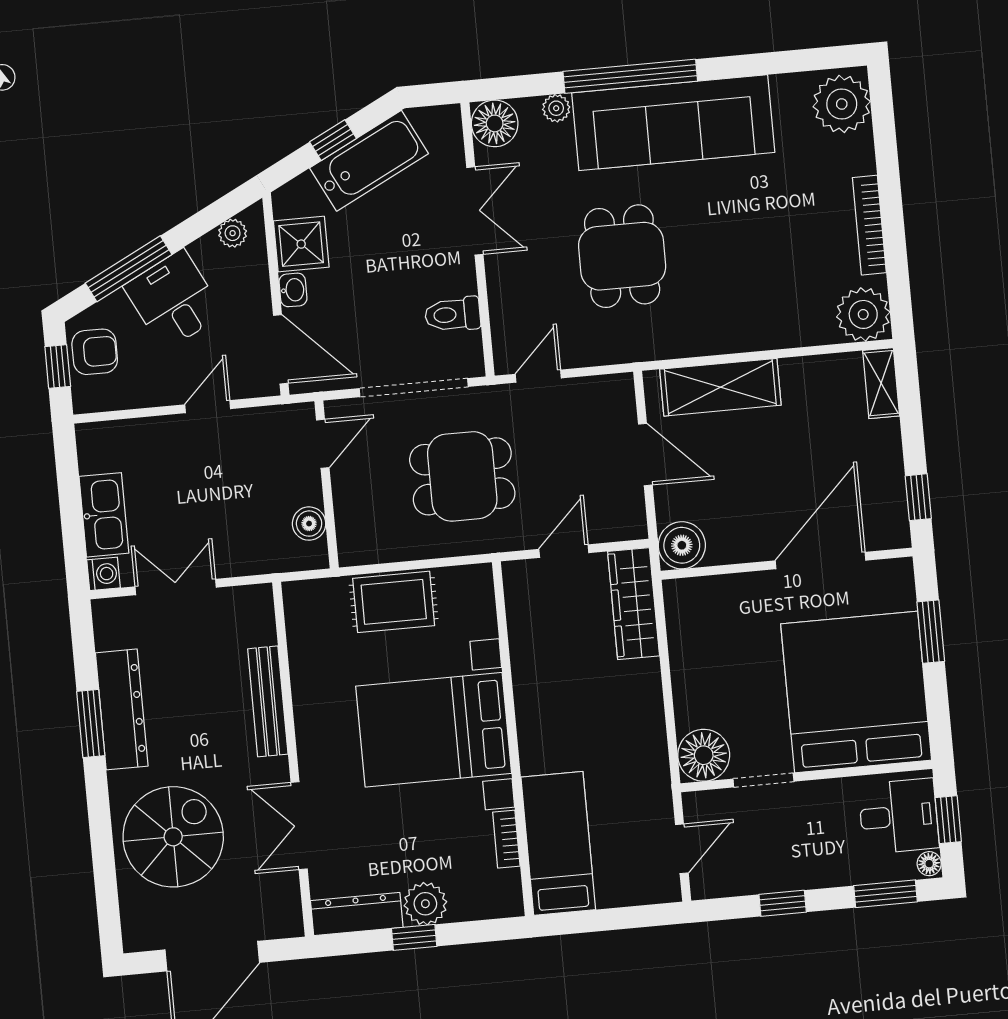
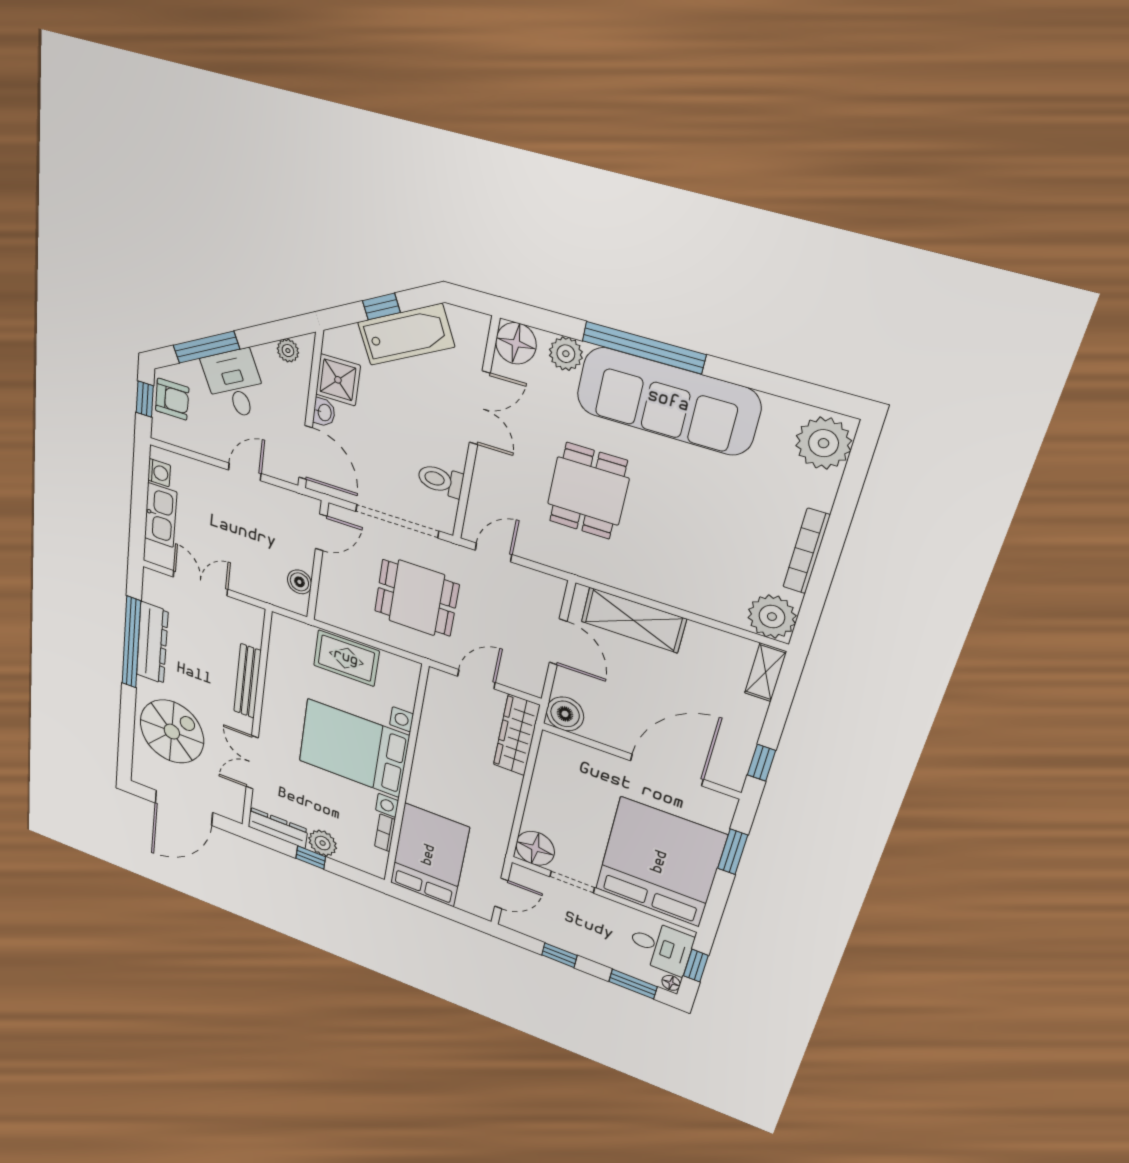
plant: (556, 108) -> (566, 354), width x1.38, depth x1.38
washing machine: (103, 574) -> (159, 473), moved
window: (91, 724) -> (131, 642), width x2.11
bed: (558, 843) -> (429, 855), width x1.50

